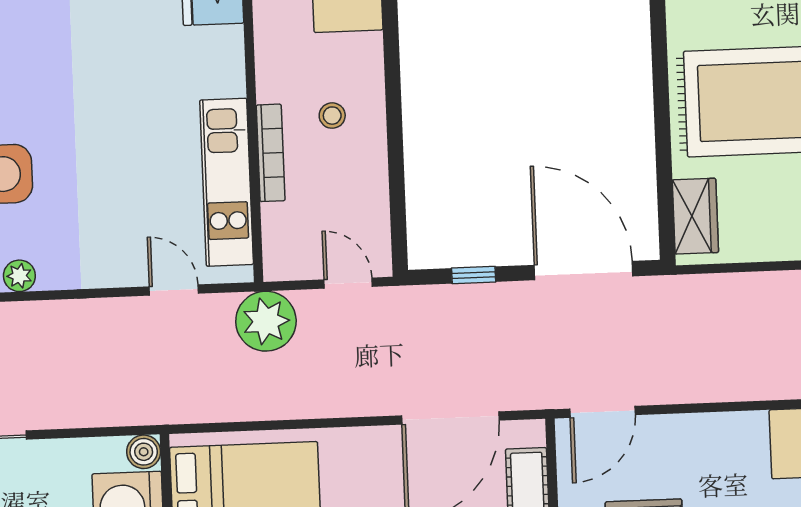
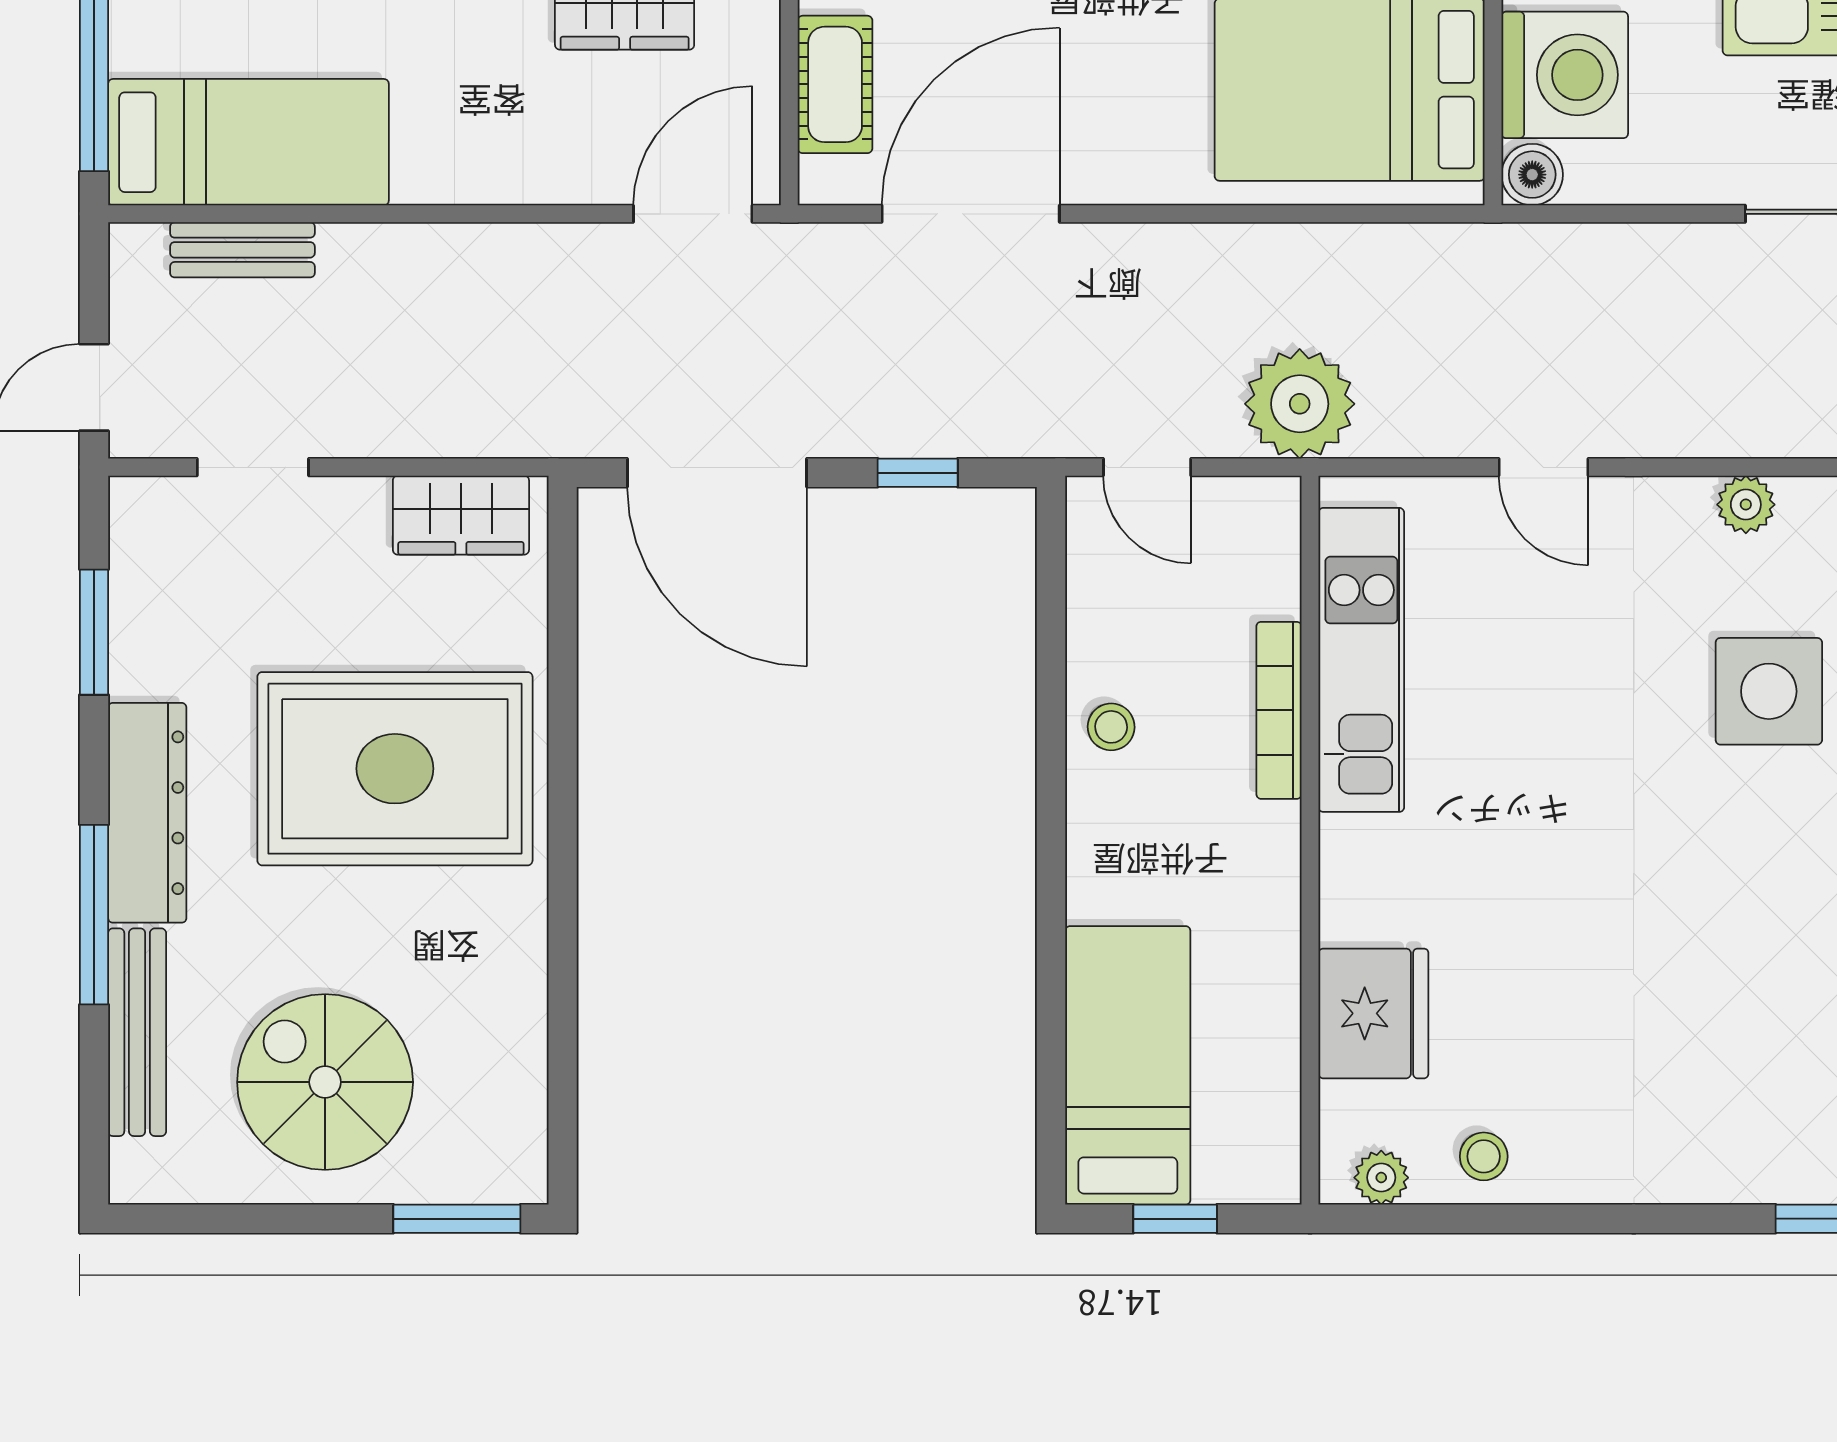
stool: (332, 116) -> (1111, 727), moved
wardrobe: (695, 216) -> (461, 515), moved, turned -90
door: (174, 290) -> (1544, 467), moved

